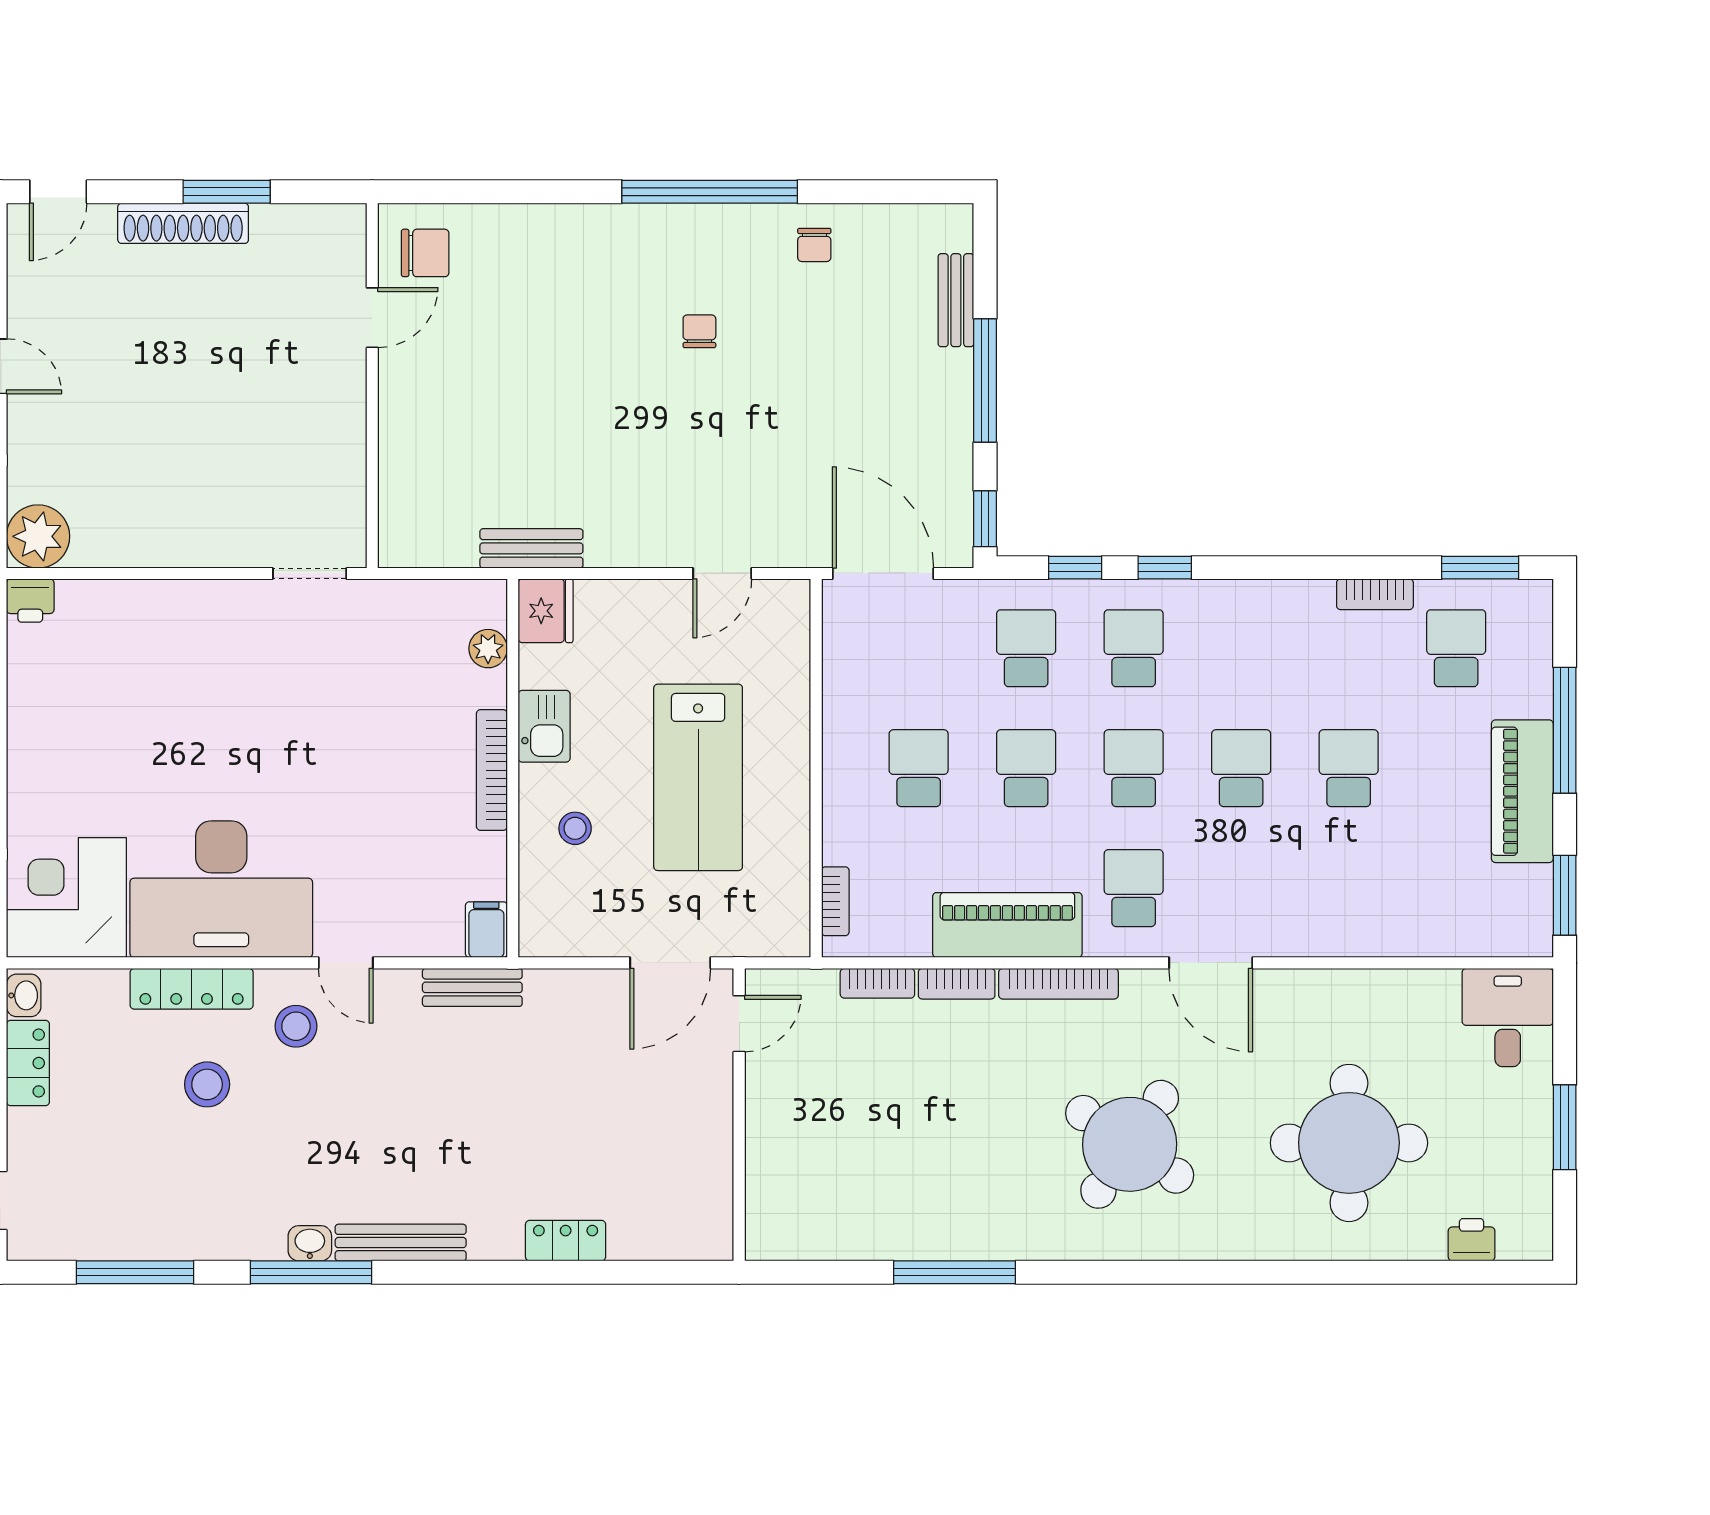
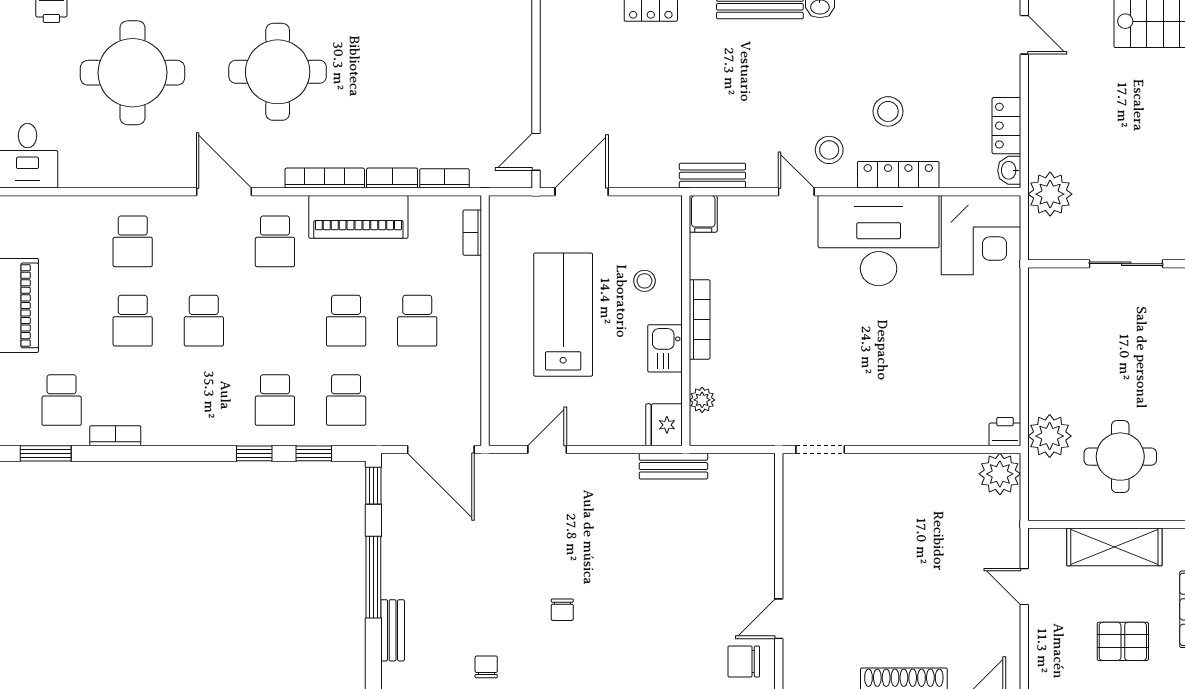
school desk: (1134, 768) -> (133, 241), moved
round table: (1130, 1144) -> (278, 72), turned -34

